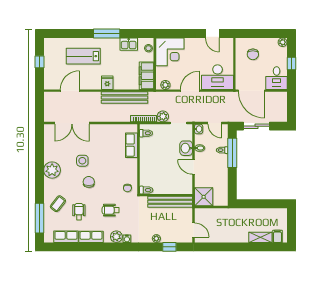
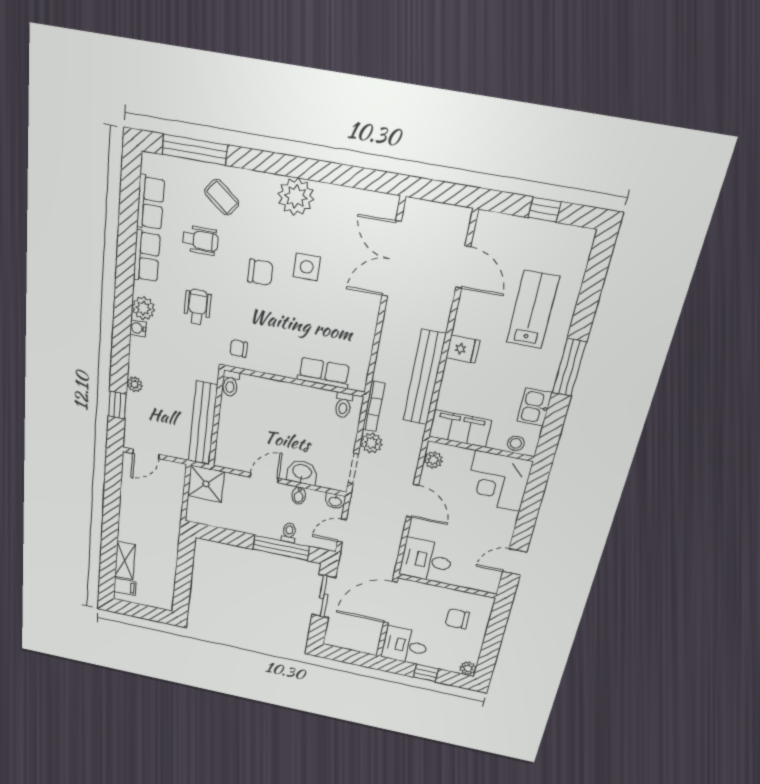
desk: (218, 77) -> (426, 560), width x0.73

